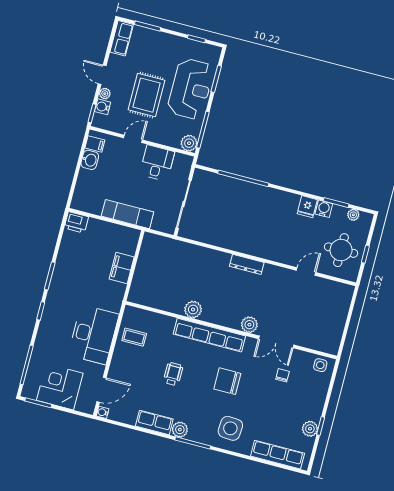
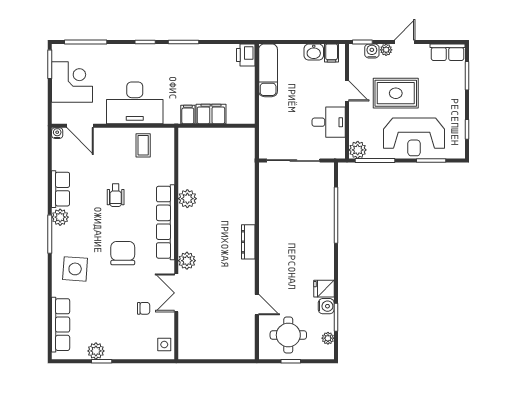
exam couch: (127, 214) -> (268, 70), moved
filing cabinet: (117, 289) -> (188, 115), added
wheelchair: (173, 374) -> (116, 195), turned 90

